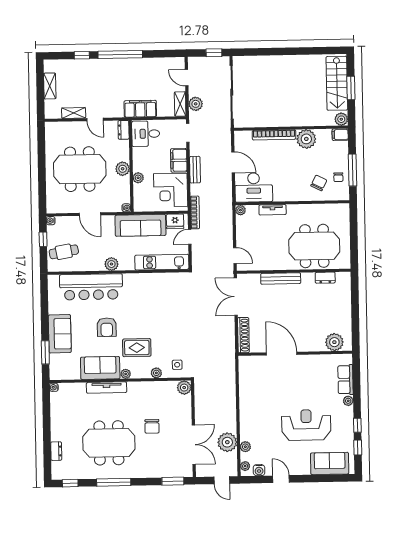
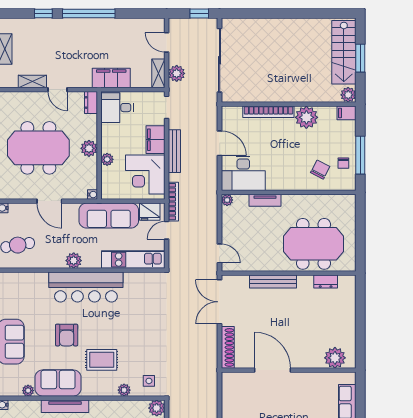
bench: (195, 170) -> (174, 151), width x1.36
bar counter: (91, 287) -> (86, 287), moved
plant: (126, 374) -> (28, 391), moved

